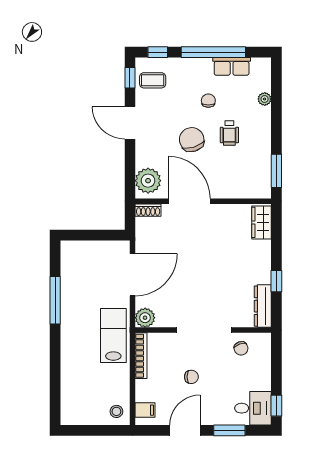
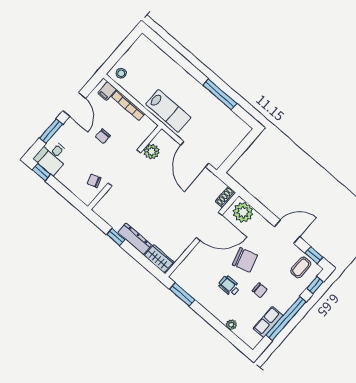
dresser: (263, 306) -> (135, 239), moved
plant: (145, 318) -> (152, 152), moved
bookcase: (141, 356) -> (128, 105), moved

